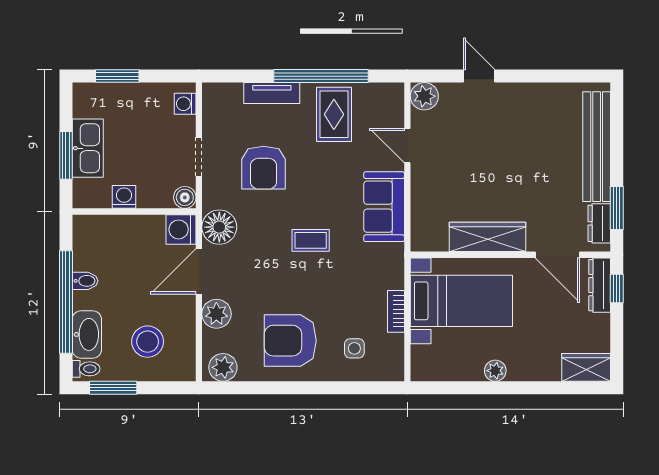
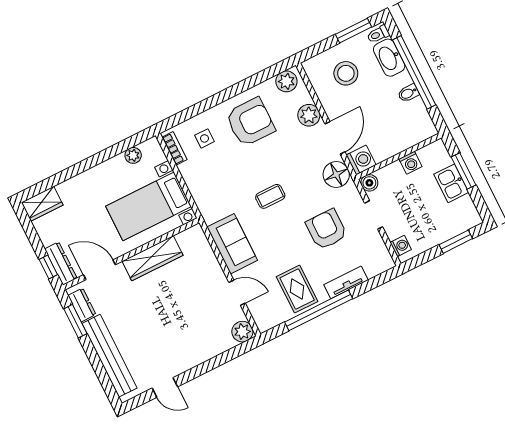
door: (479, 76) -> (165, 387), moved
kitchen sink: (88, 148) -> (451, 183), width x0.73
bookcase: (396, 311) -> (174, 148), moved
plant: (495, 371) -> (133, 155), moved

